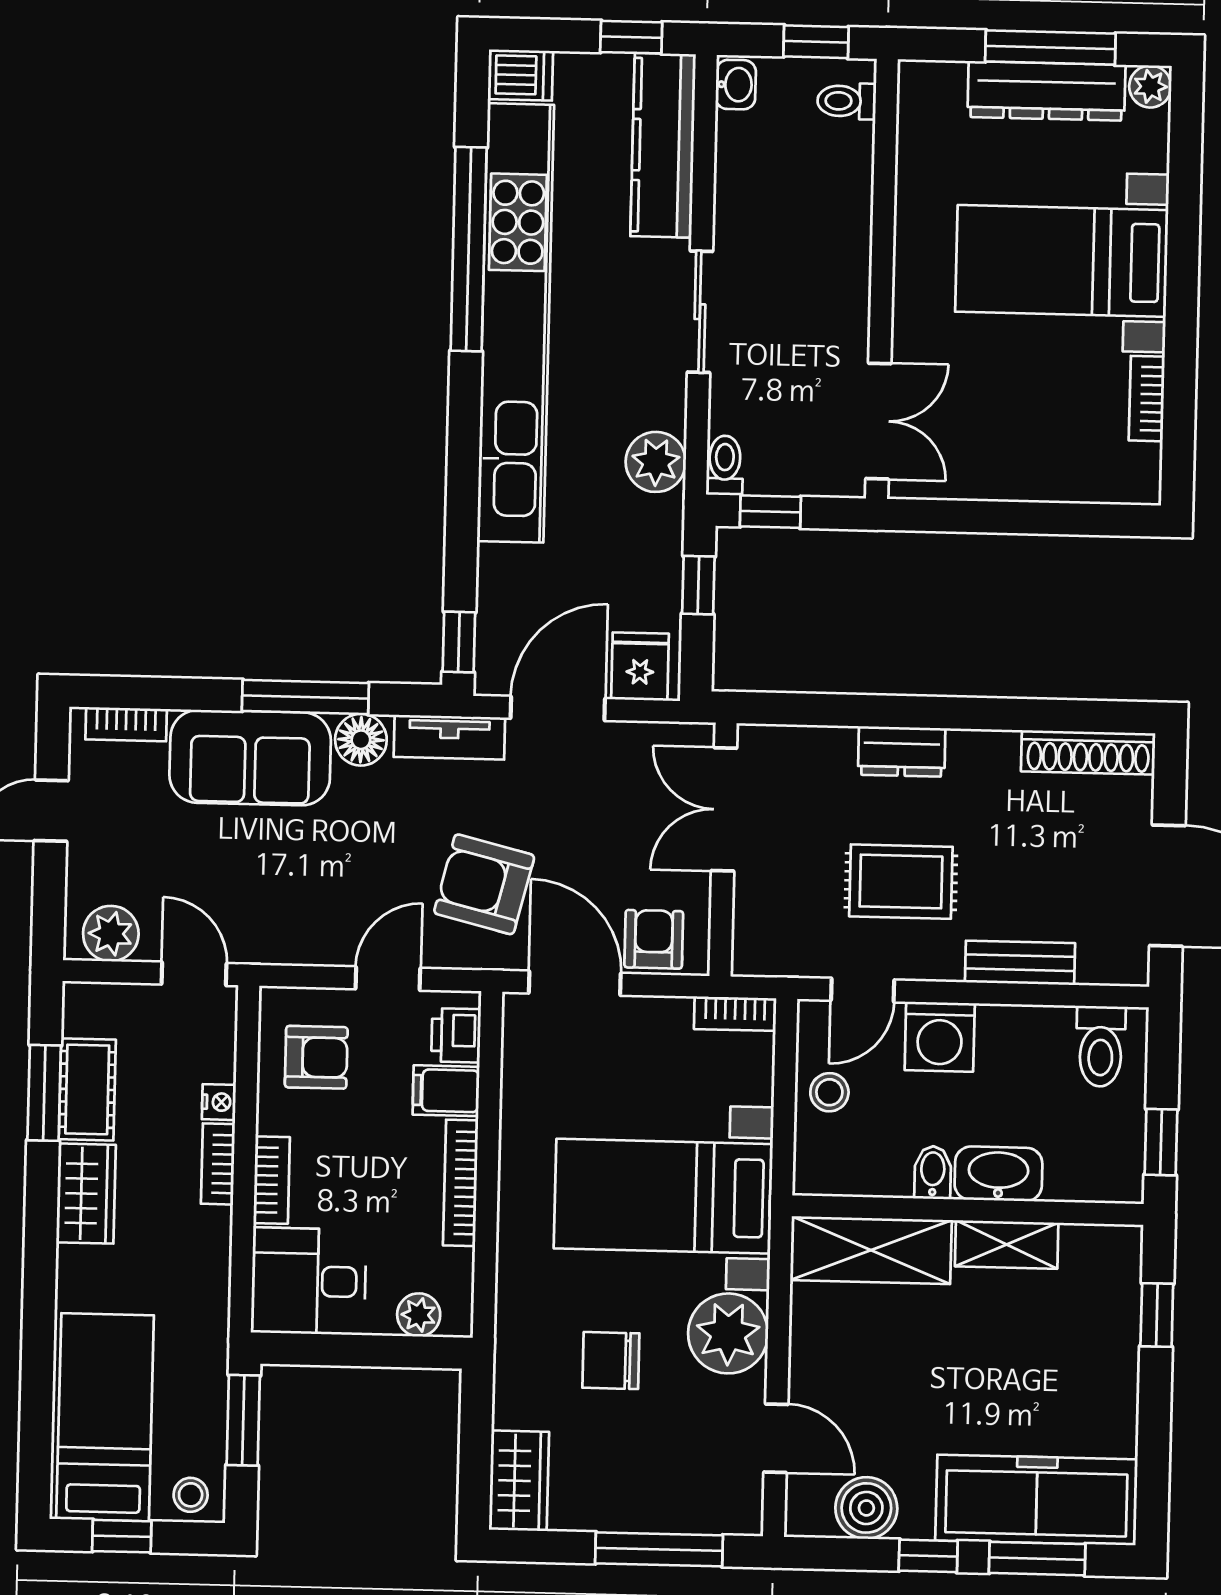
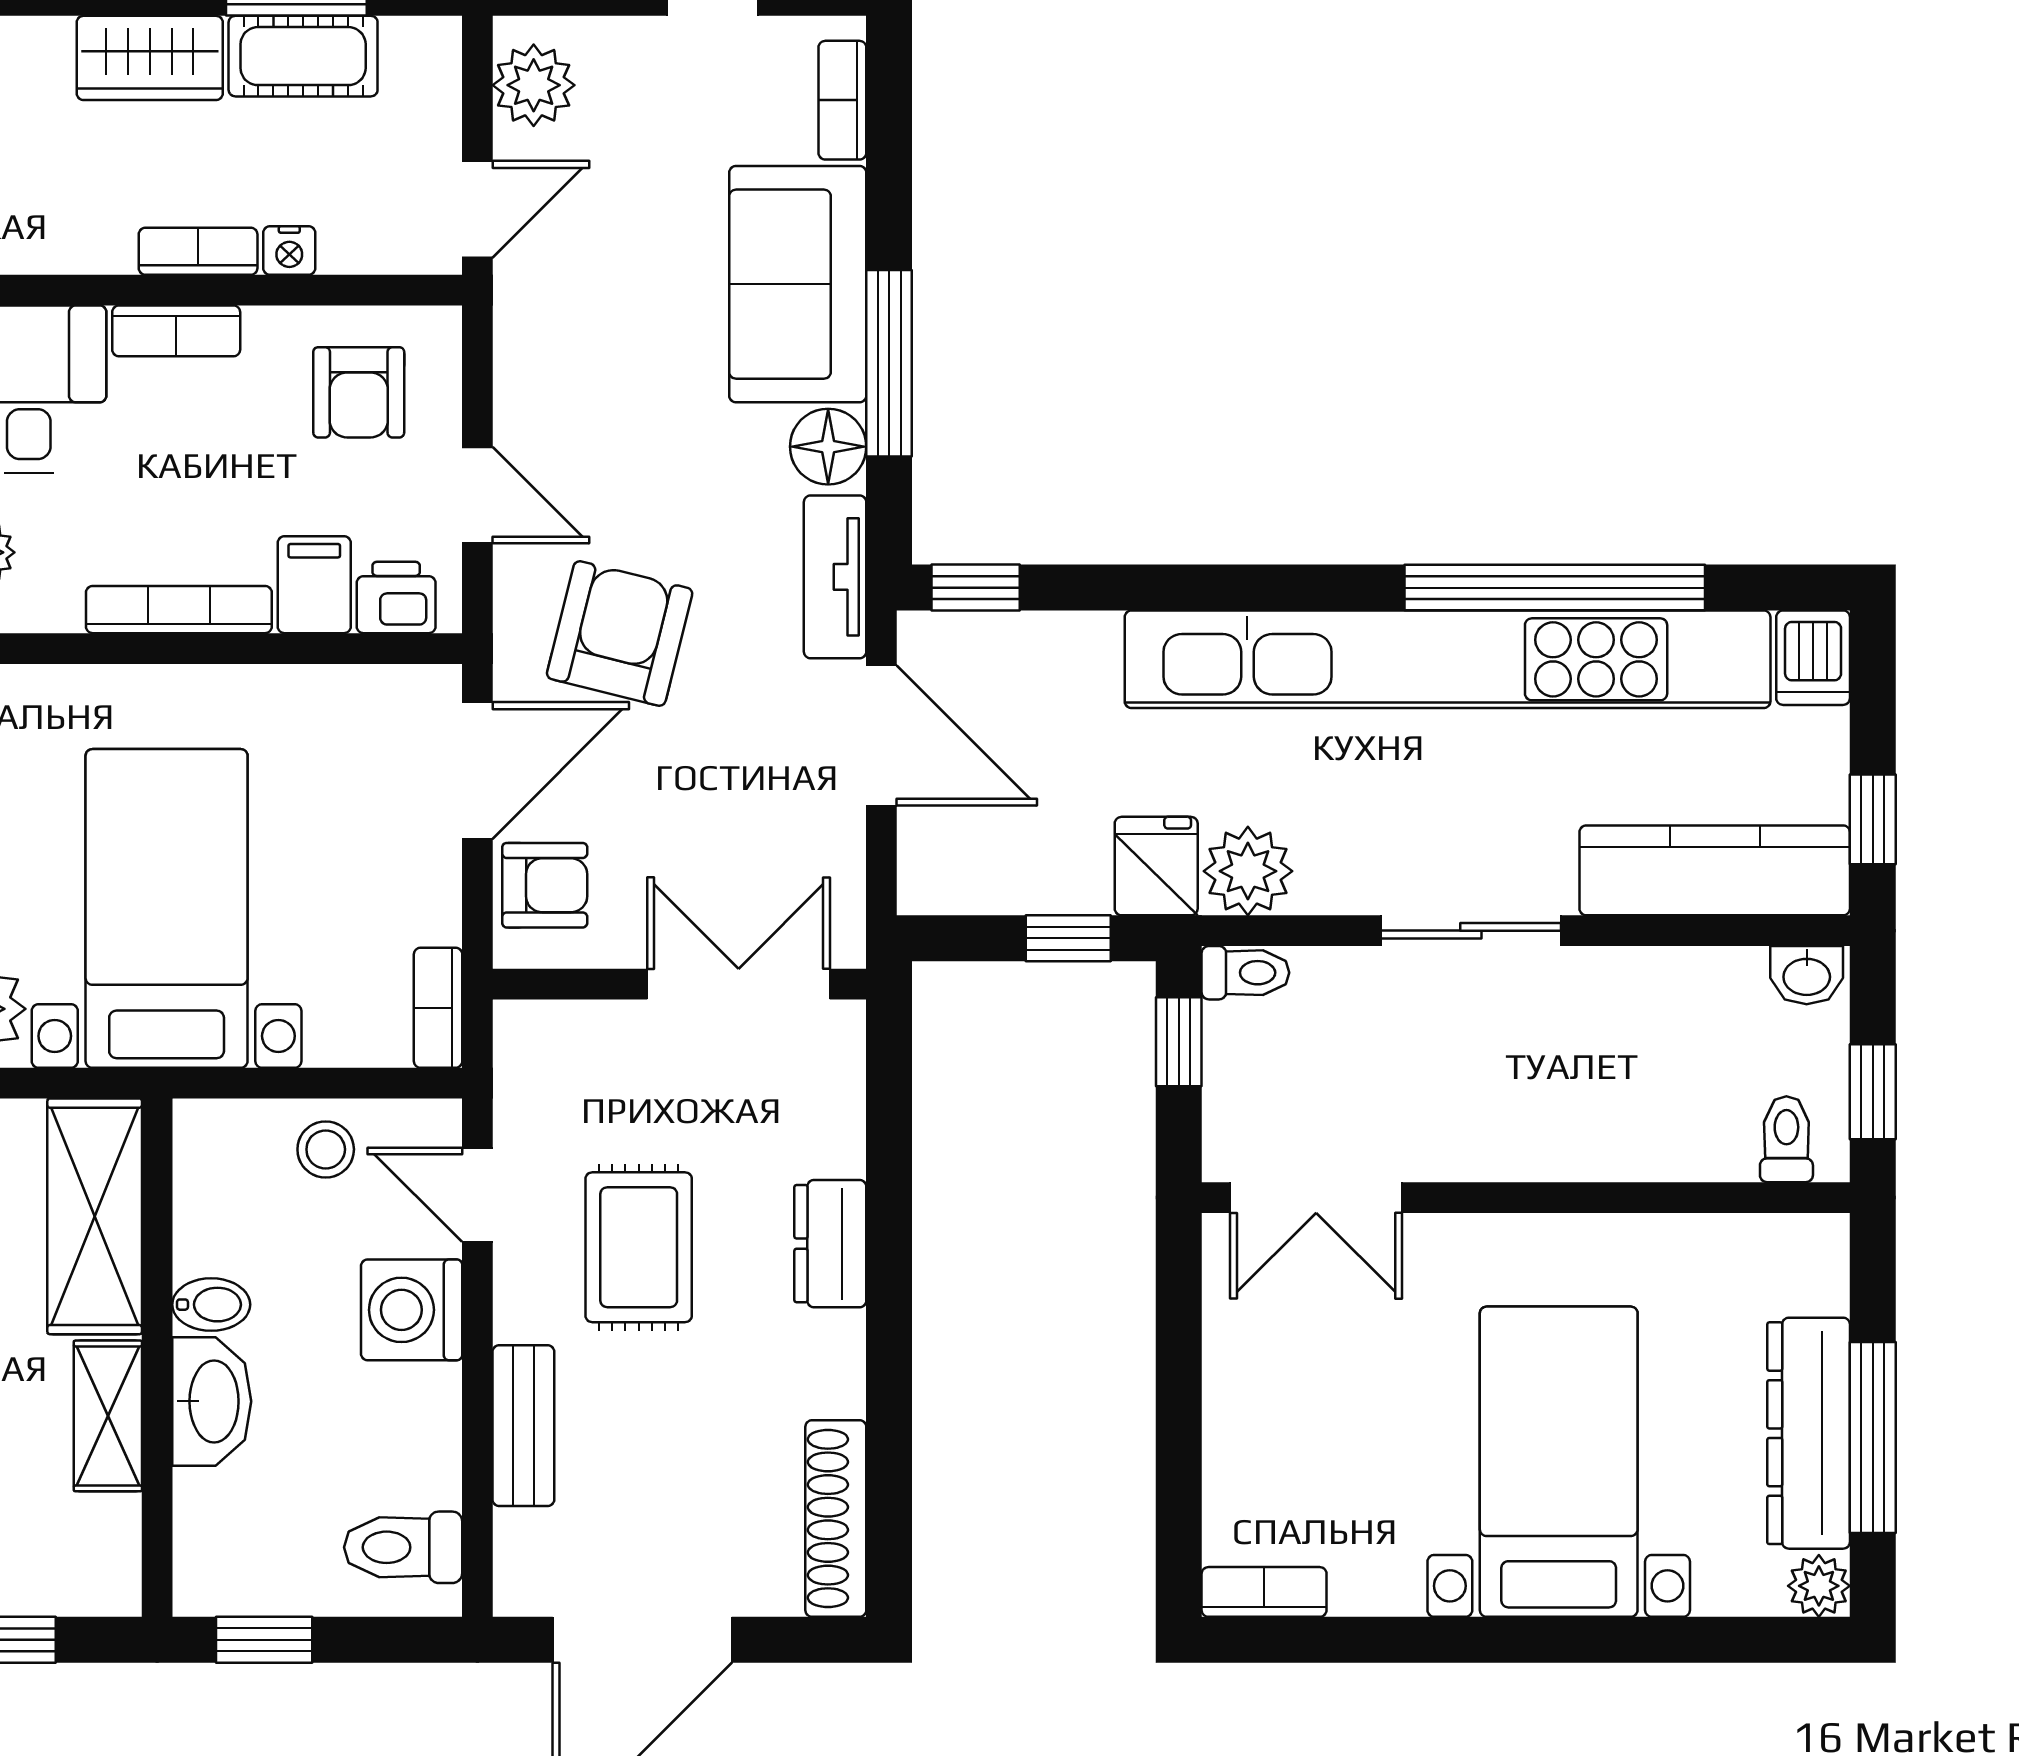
bookcase: (1147, 399) -> (1264, 1592), moved
fridge: (640, 667) -> (1156, 866), moved, turned -90

